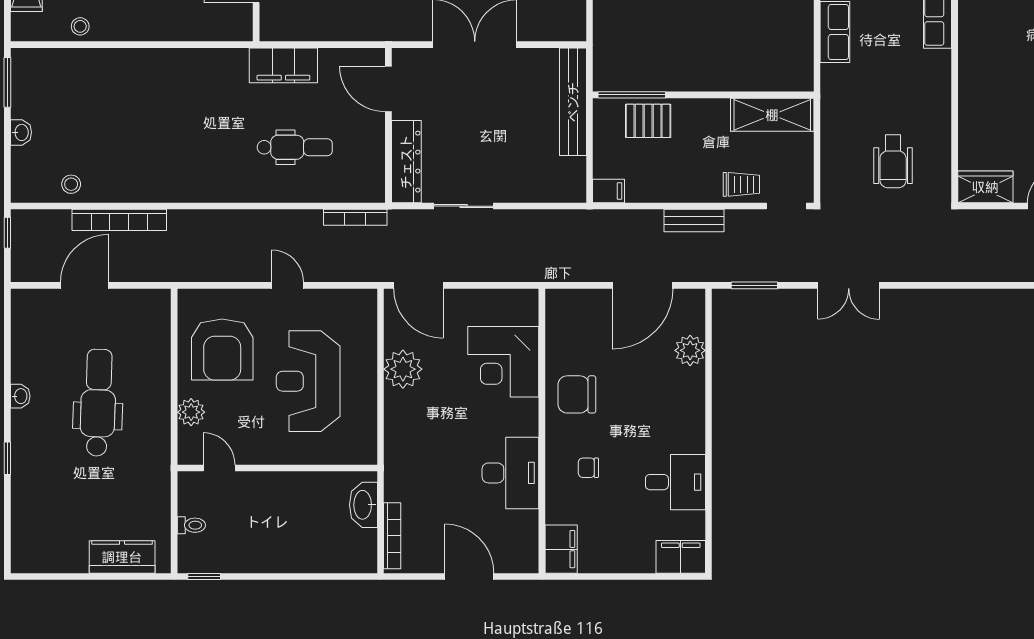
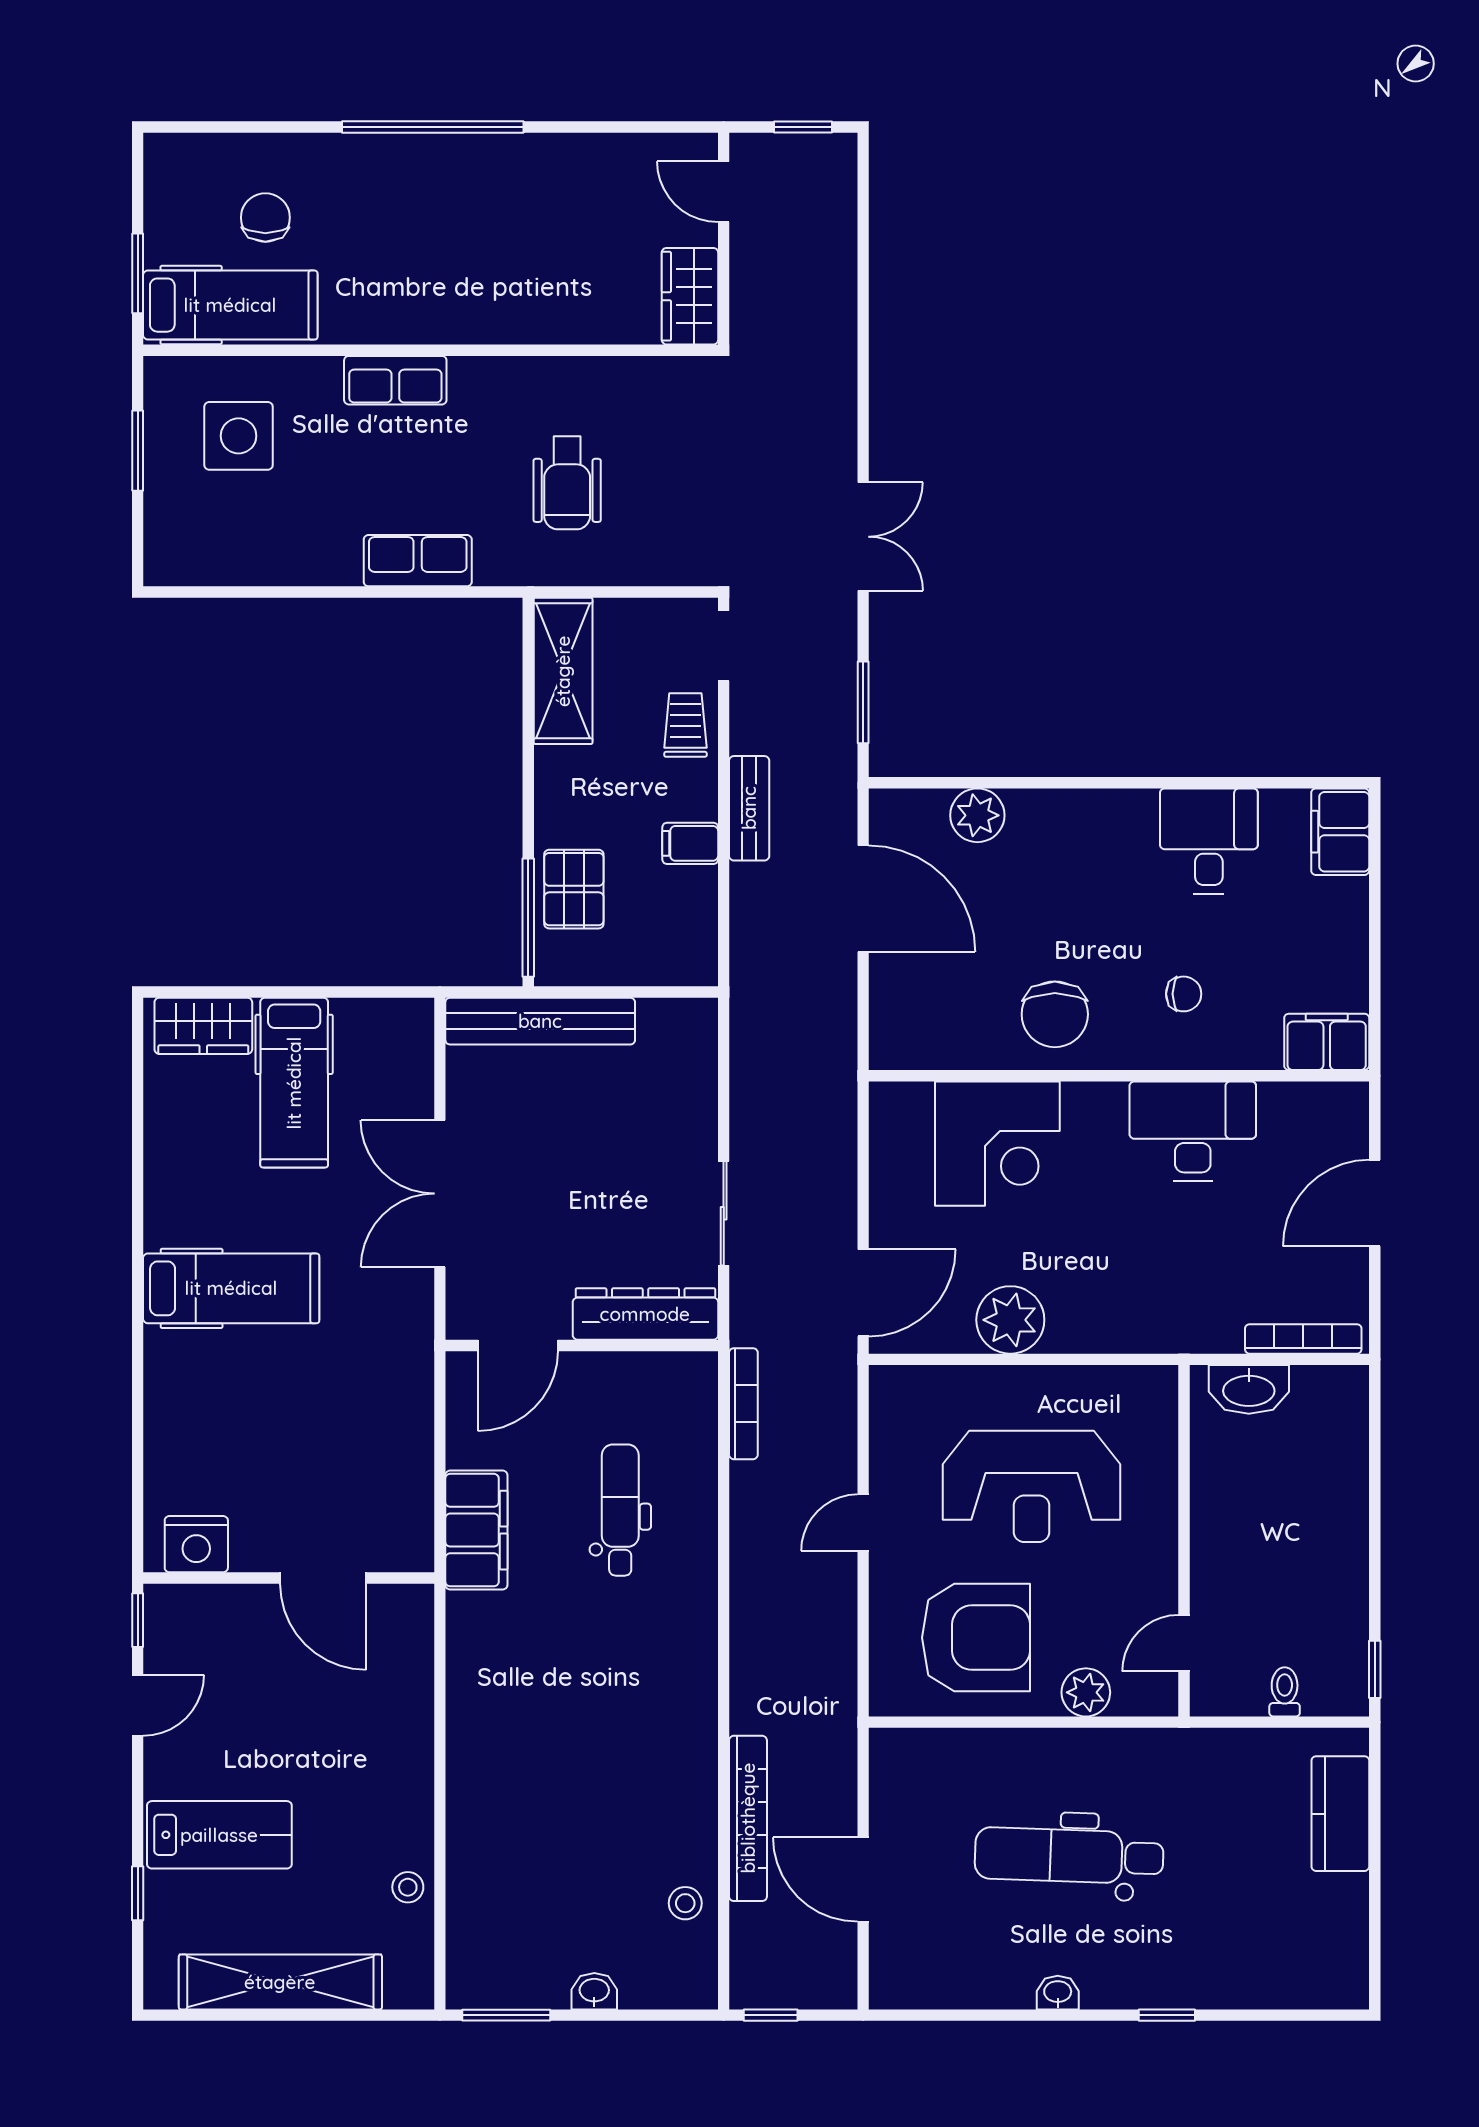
wheelchair: (893, 161) -> (567, 483), moved, turned 90
filing cabinet: (608, 191) -> (690, 843), moved, turned -90
chair: (588, 468) -> (1184, 994), turned -90

